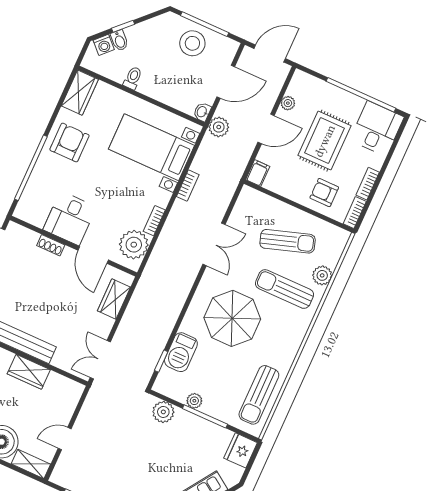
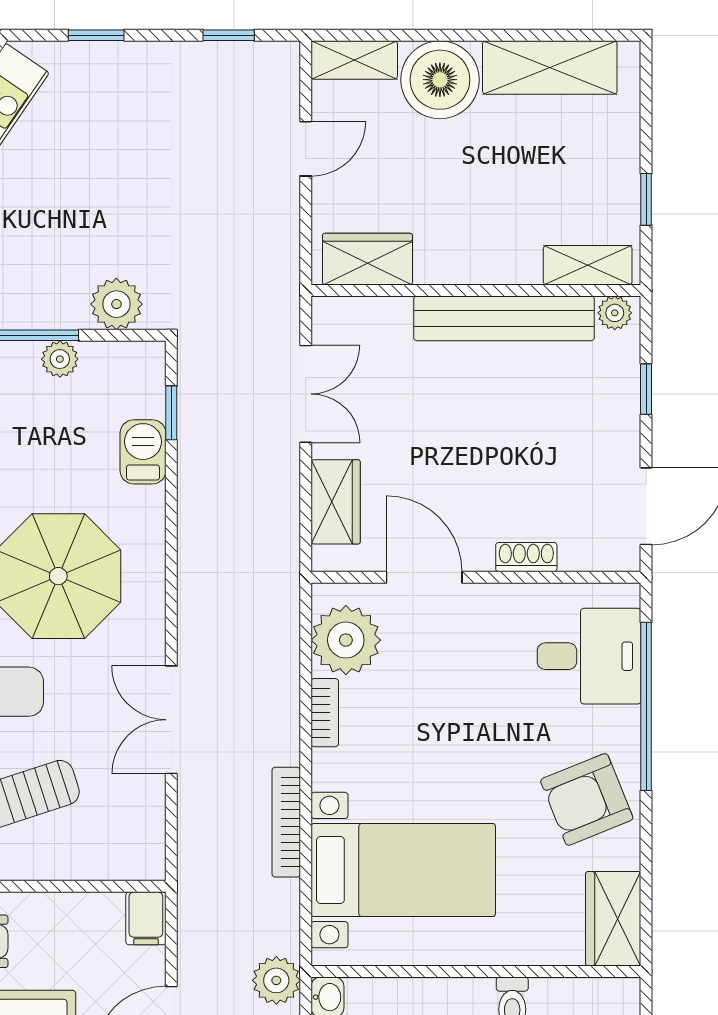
armchair: (69, 143) -> (587, 799), turned 68
bookcase: (188, 186) -> (286, 822), width x1.56
desk: (70, 218) -> (589, 656), moved, turned 90
barbecue: (181, 352) -> (143, 452), width x0.73, depth x0.79
double door: (100, 360) -> (306, 394), moved
wardrobe: (29, 372) -> (367, 259), moved

